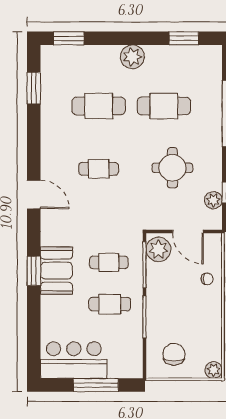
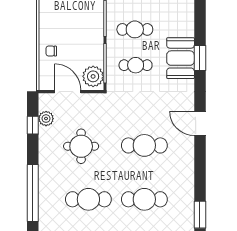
cafe table: (99, 169) -> (144, 145), width x1.37, depth x1.35

